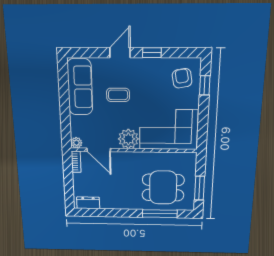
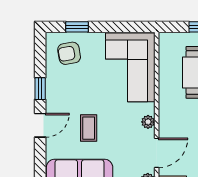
door: (120, 53) -> (40, 125), swing flipped
plant: (128, 139) -> (148, 122), width x0.53, depth x0.53

